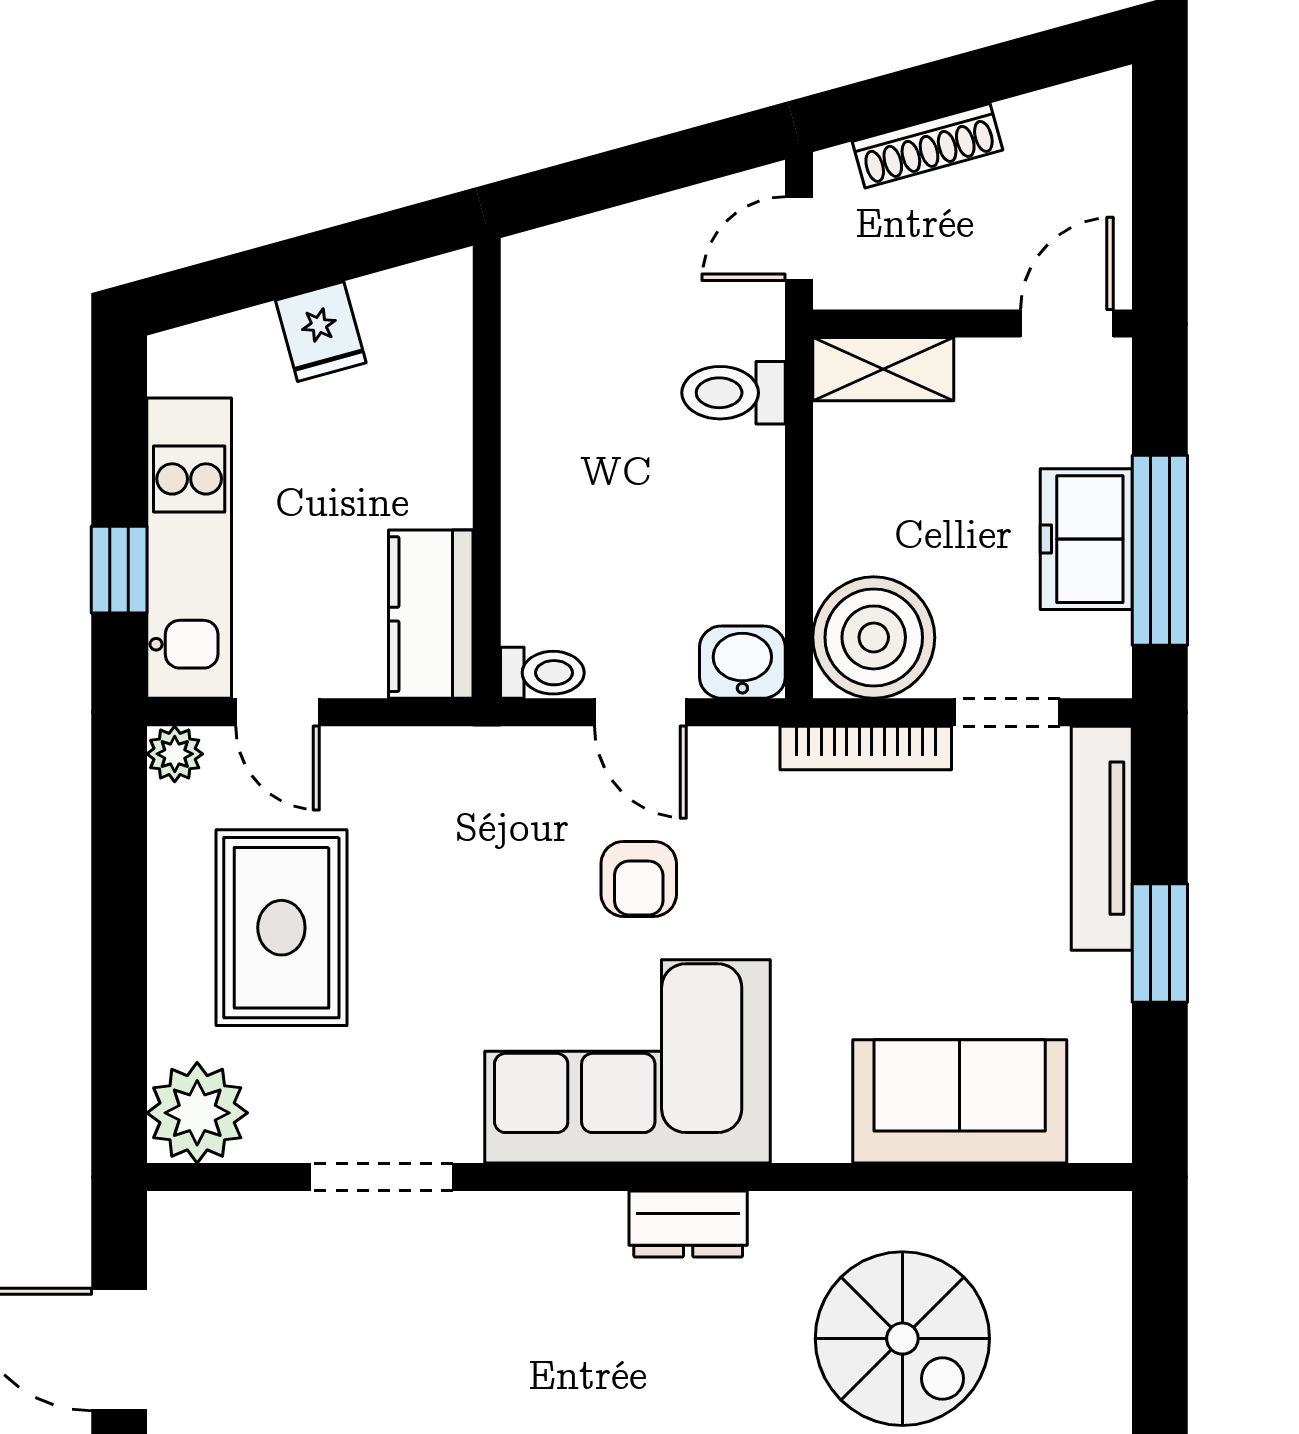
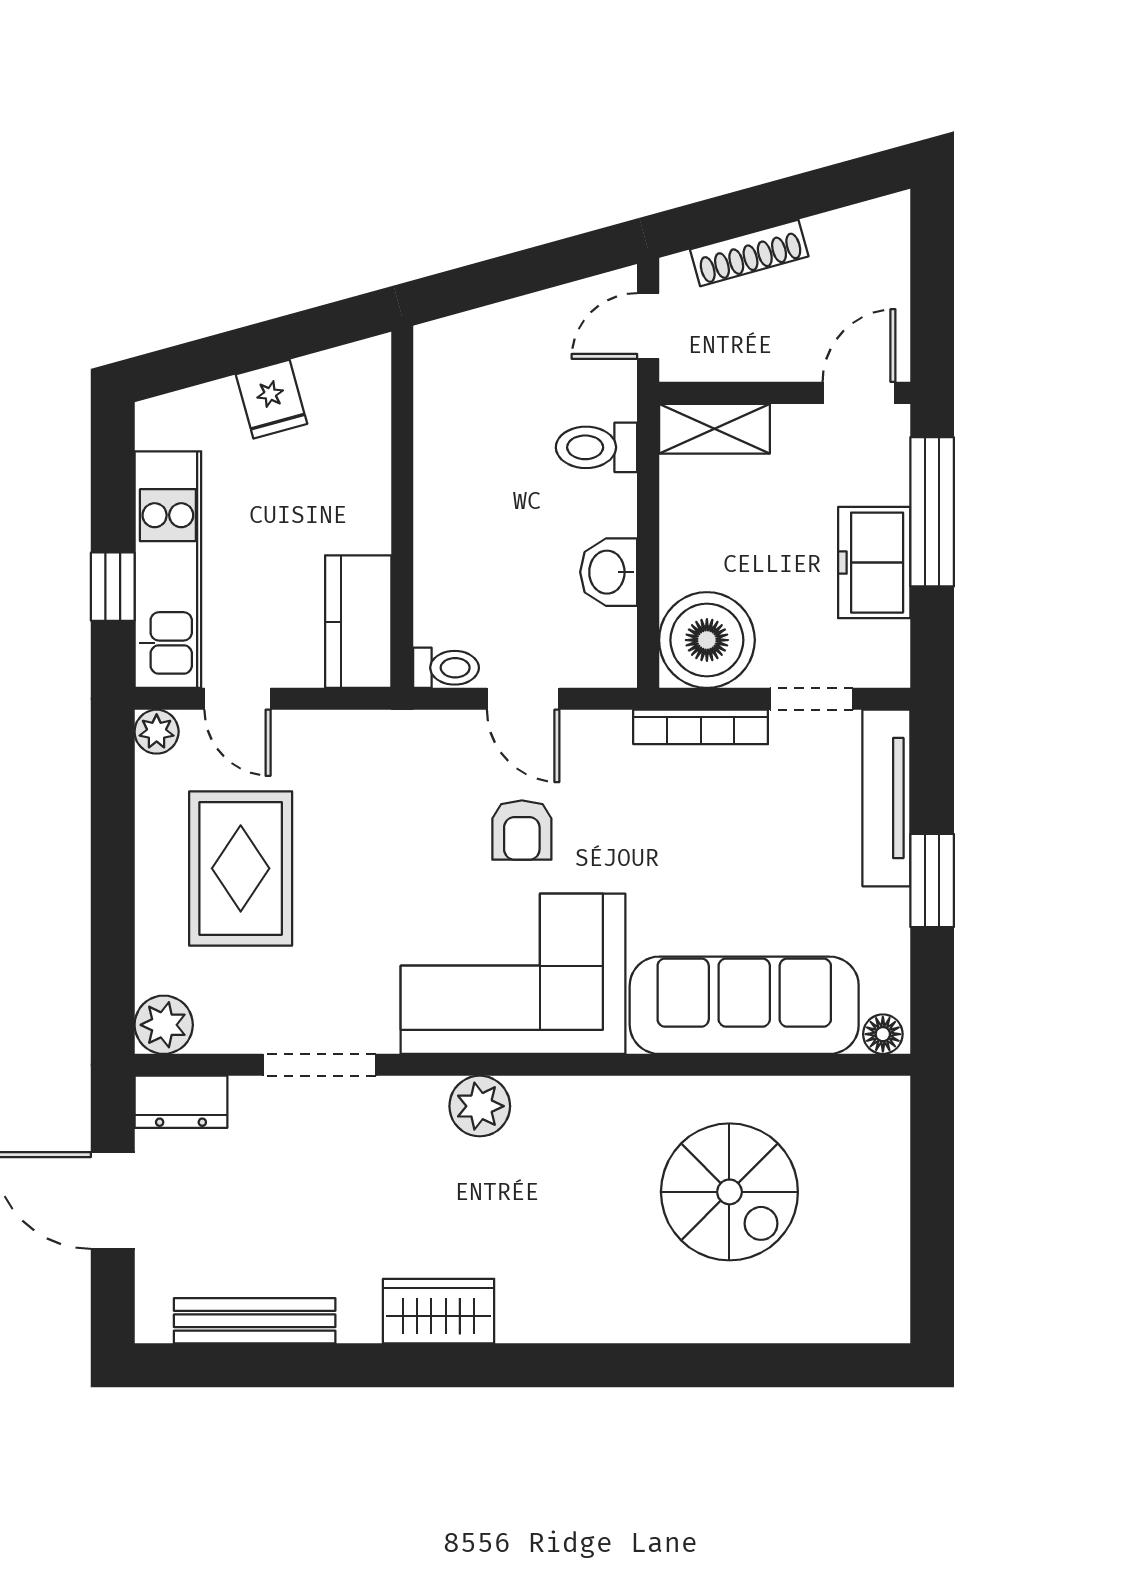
window: (1160, 550) -> (932, 512), moved
washbasin: (742, 662) -> (609, 572), moved, turned -90
sofa: (960, 1101) -> (744, 1005), width x1.36
plant: (197, 1113) -> (164, 1025), width x0.73, depth x0.73
floor lamp: (1097, 1138) -> (883, 1034), added
dresser: (688, 1224) -> (181, 1102), moved
plant: (585, 1229) -> (480, 1106), added

